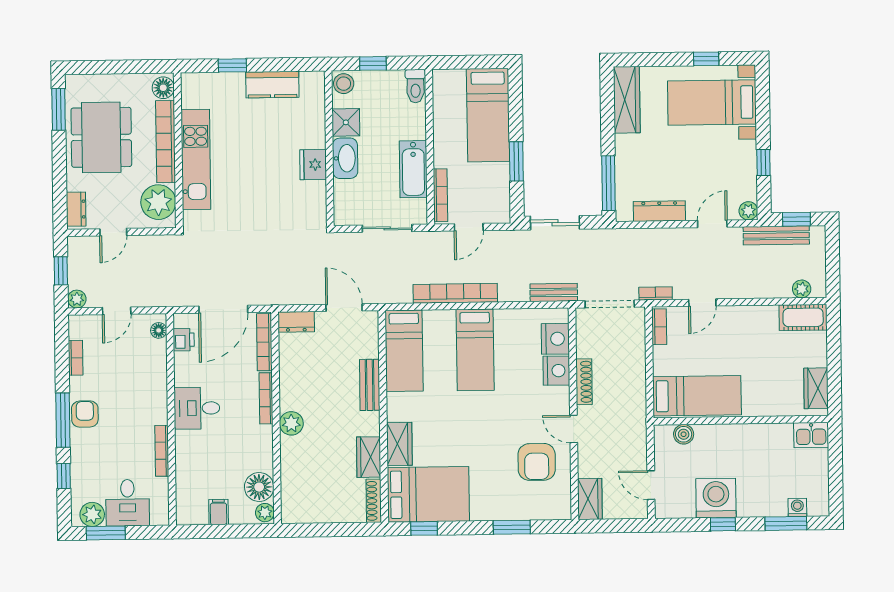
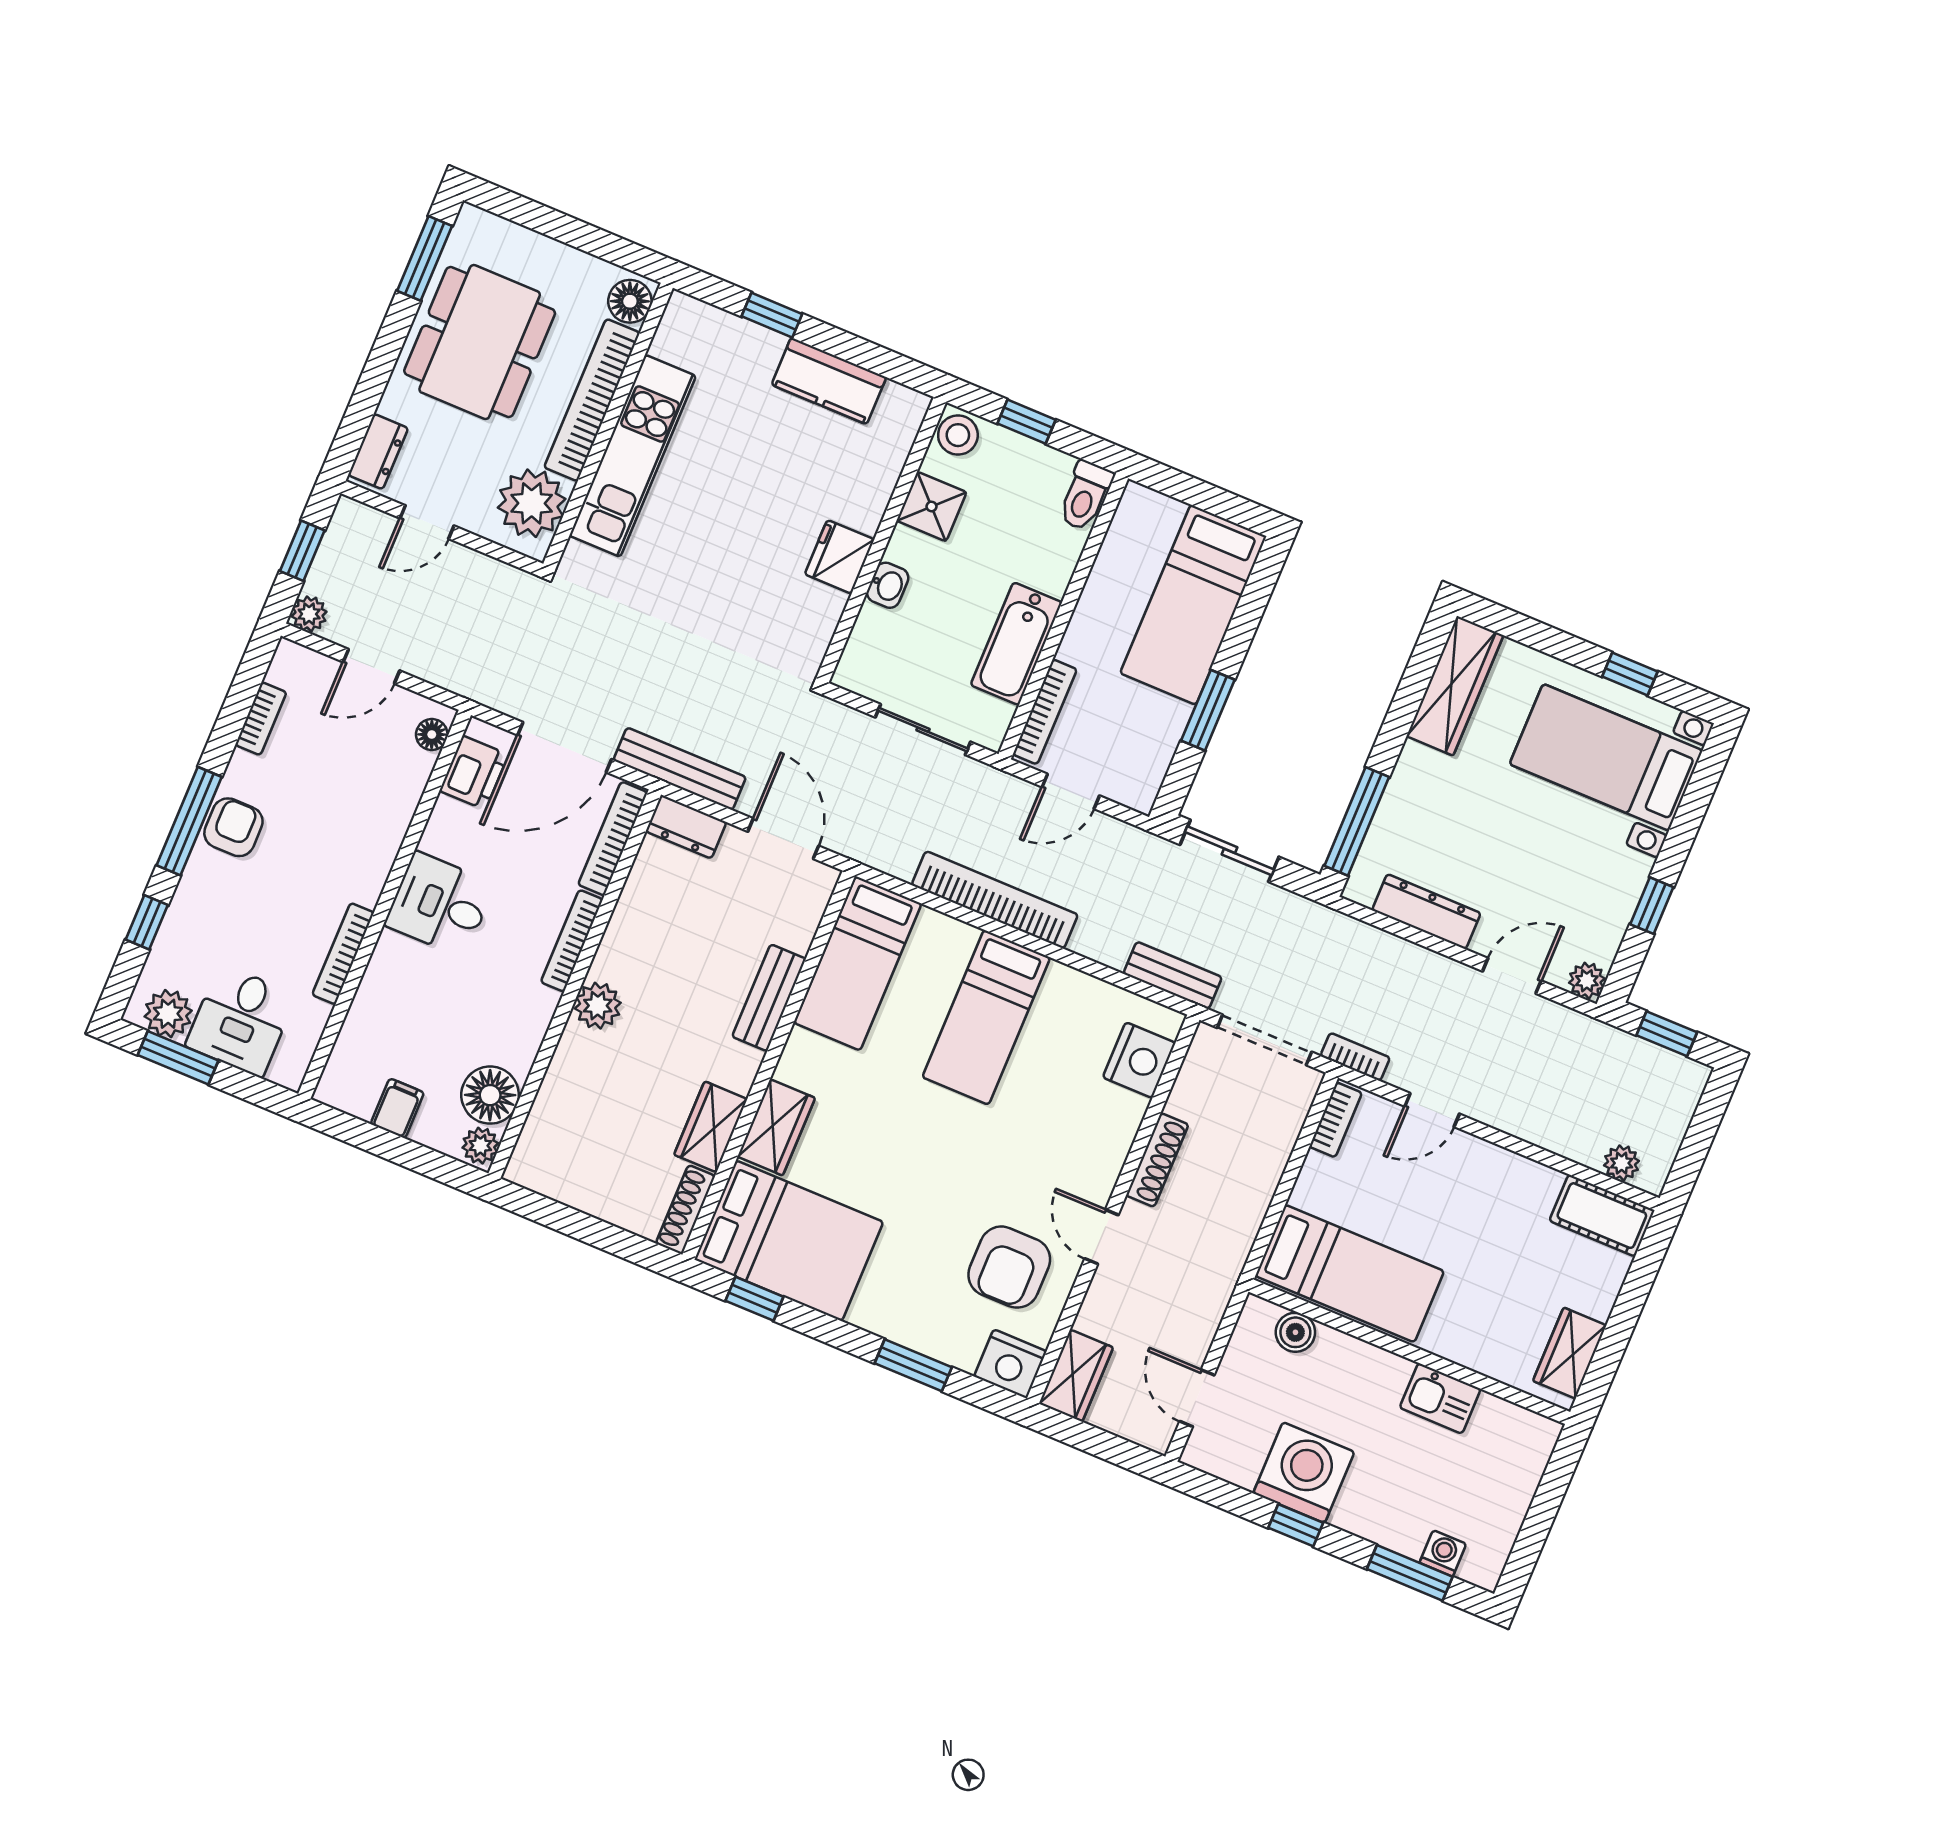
washbasin: (345, 158) -> (888, 585), width x0.52, depth x0.69
bench: (776, 235) -> (680, 769), moved
printer: (184, 340) -> (474, 773), width x1.36, depth x1.24
nightstand: (556, 371) -> (1010, 1364), moved, turned 90
kitchen sink: (811, 435) -> (1440, 1398), moved

